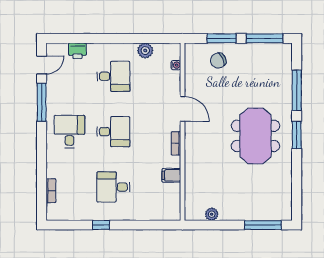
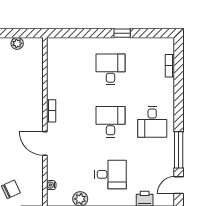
desk: (113, 76) -> (110, 174), turned 180
desk: (113, 132) -> (110, 122), turned 90
filing cabinet: (171, 175) -> (55, 80), removed
desk: (113, 187) -> (110, 69), turned -90

